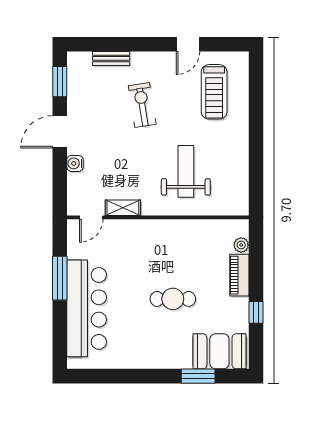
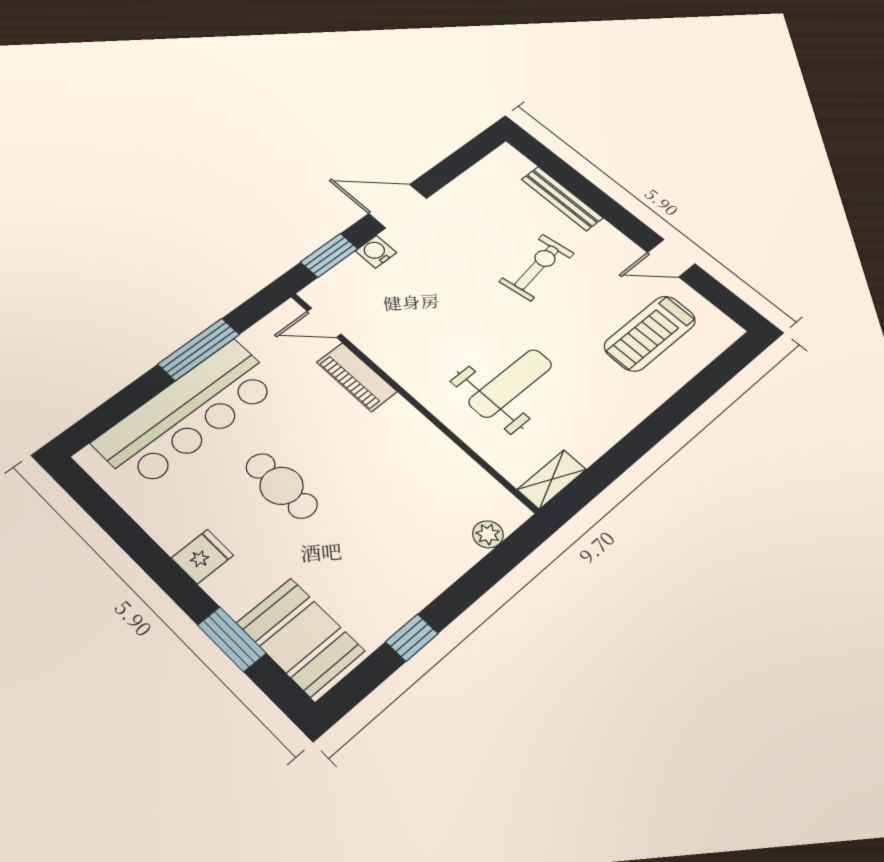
bench: (111, 58) -> (562, 198), width x1.36
window: (60, 82) -> (329, 255), moved
shelving: (123, 208) -> (552, 479), moved, turned 90
piano: (239, 275) -> (357, 377), moved, turned -90
cafe table: (173, 299) -> (282, 486), moved
fridge: (155, 357) -> (202, 557), added

